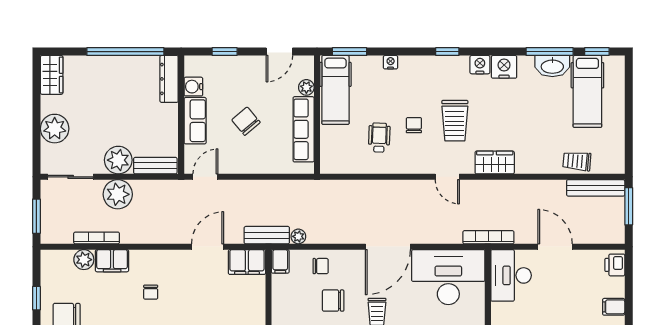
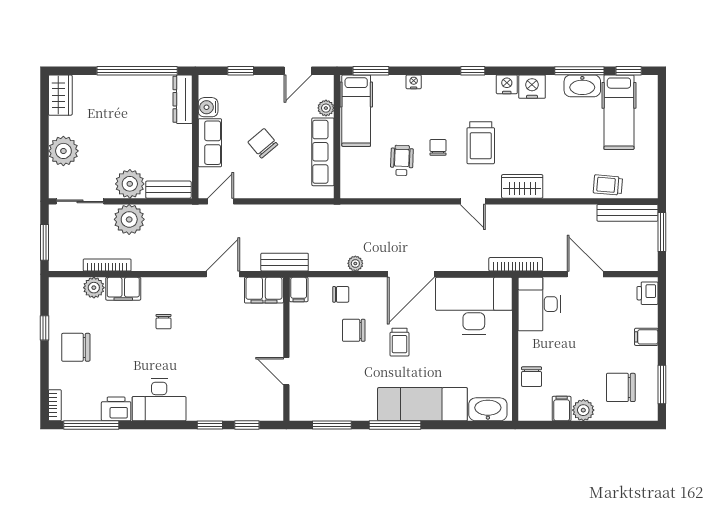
plant: (298, 236) -> (355, 263), moved

